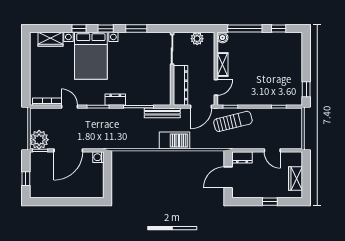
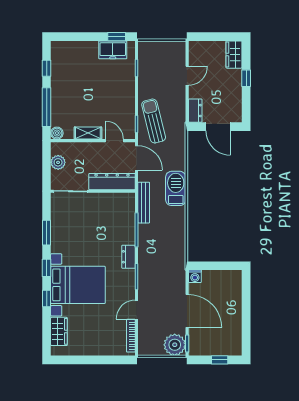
freezer: (295, 86) -> (113, 50), added
wardrobe: (296, 178) -> (234, 55), moved, turned 90

